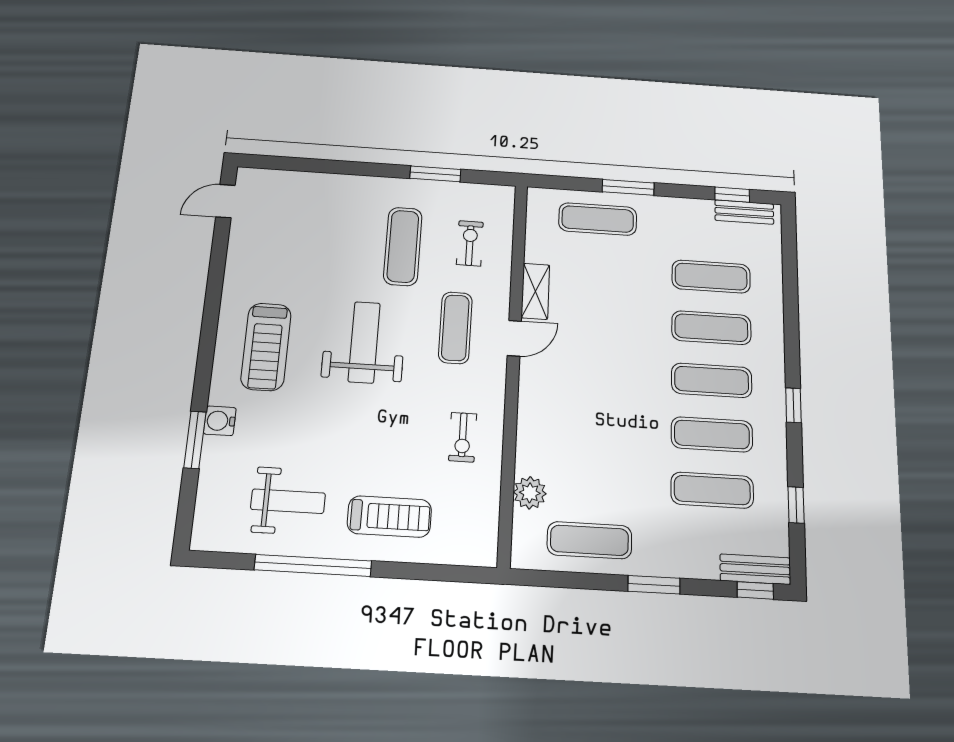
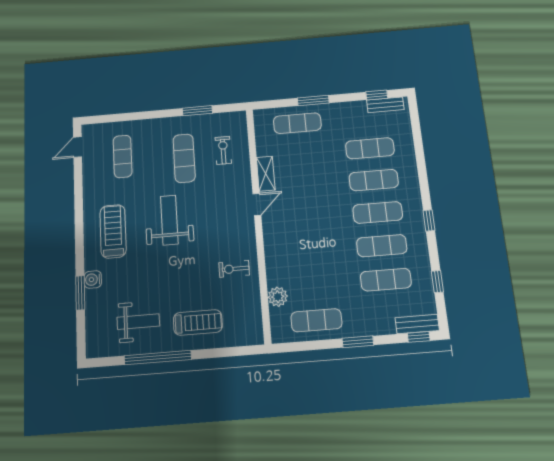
exercise mat: (455, 328) -> (123, 156), moved
treadmill: (266, 347) -> (113, 231), turned 180
exercise bike: (463, 437) -> (234, 269), turned 90

